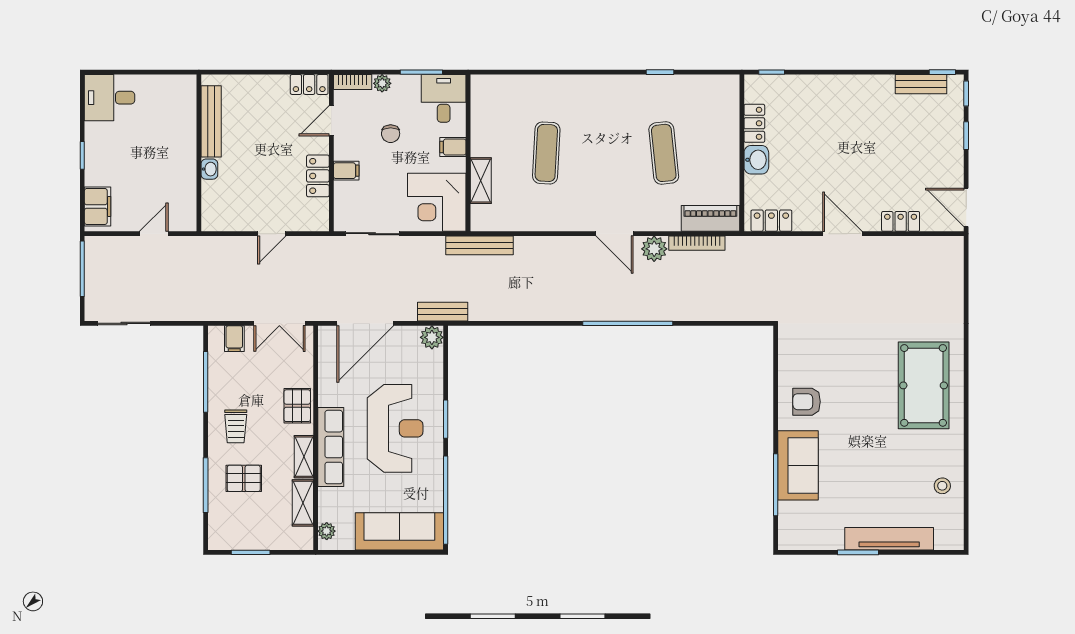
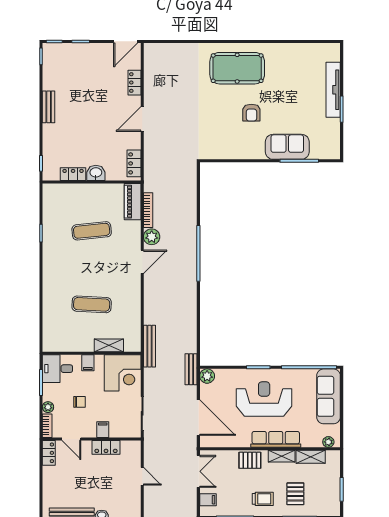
bench: (921, 84) -> (49, 107), moved
armchair: (807, 402) -> (251, 113), moved
stool: (942, 486) -> (300, 56), removed

